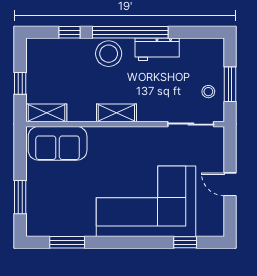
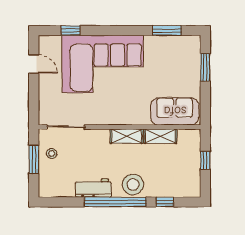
shelving: (47, 113) -> (160, 136), moved
door: (230, 184) -> (34, 64), moved

